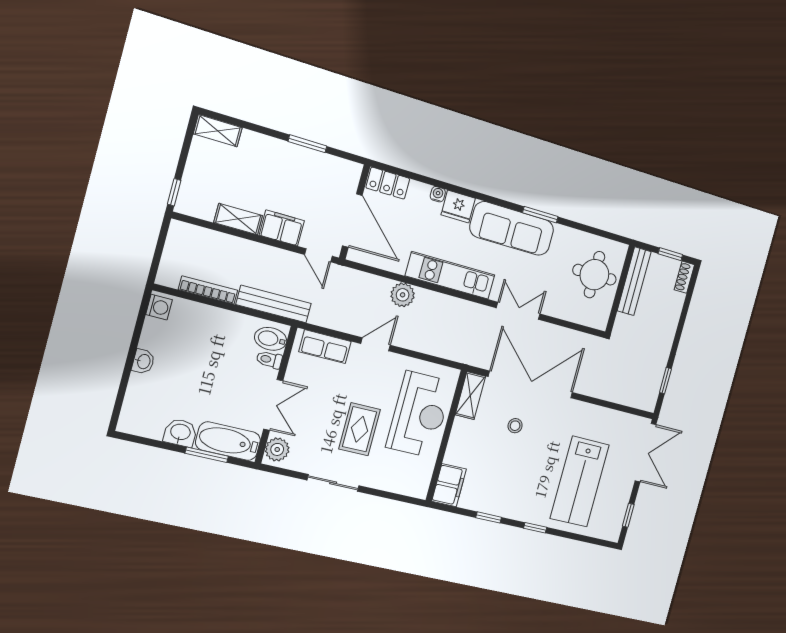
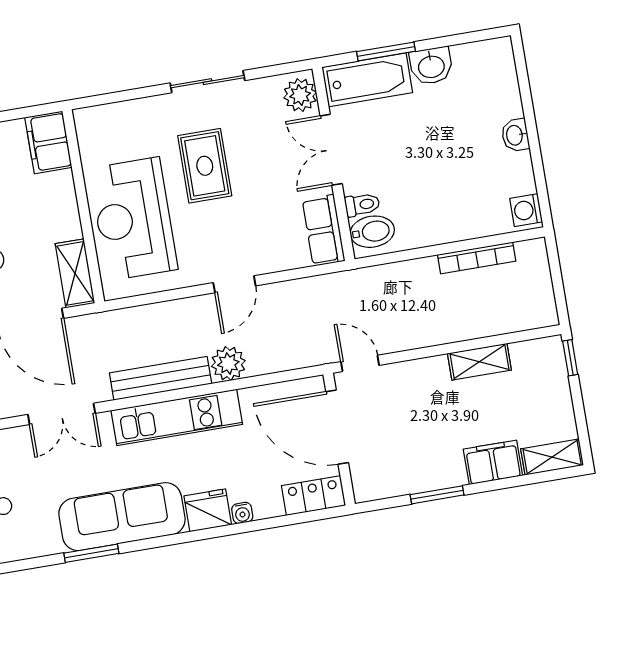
filing cabinet: (282, 228) -> (493, 462), moved, turned 180
bench: (274, 304) -> (161, 378), moved
row of seats: (325, 347) -> (324, 230), moved, turned -90

